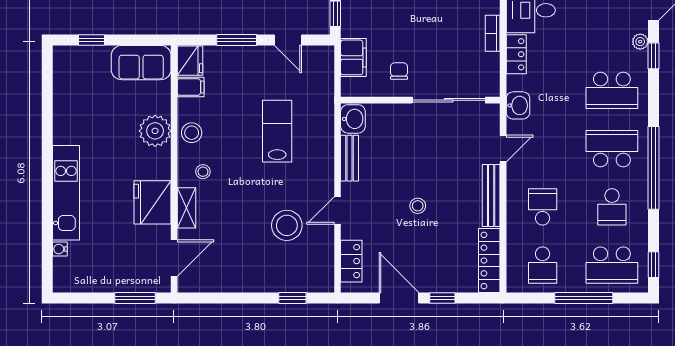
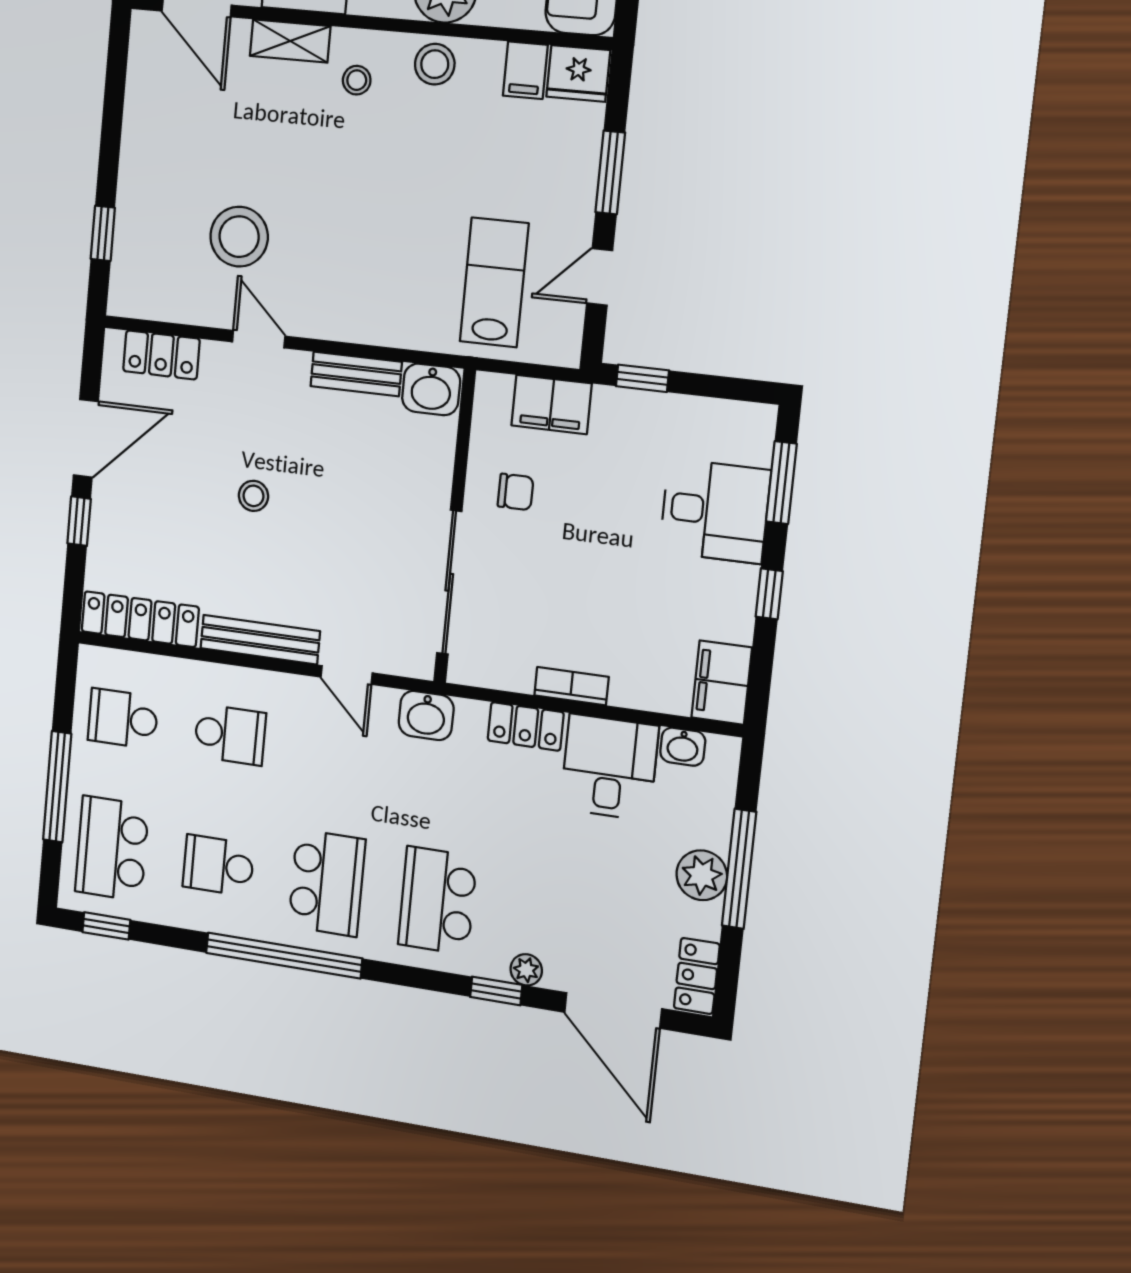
lab bench: (277, 131) -> (494, 282), moved, turned -90

